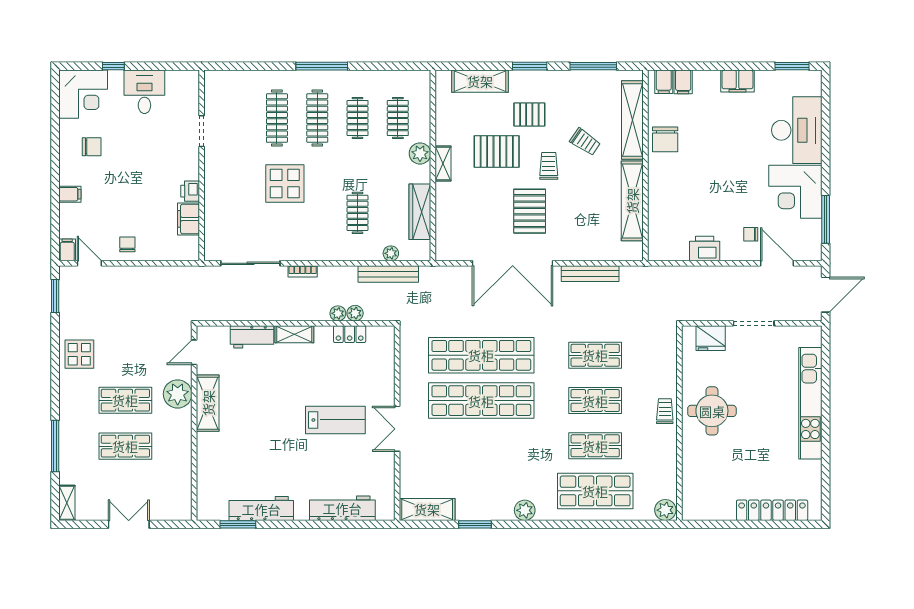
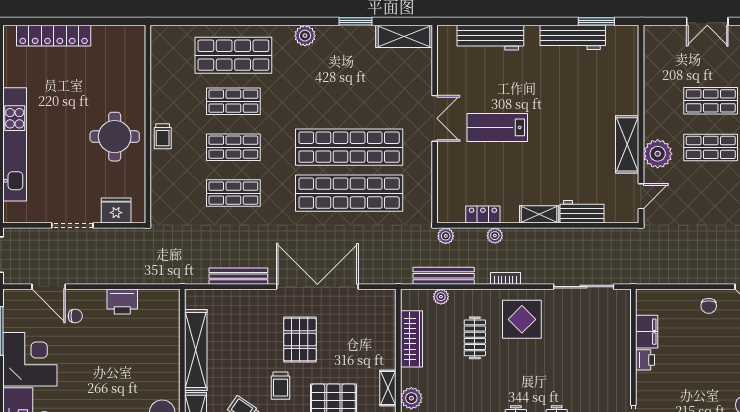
display table: (285, 184) -> (522, 319), moved
bookcase: (303, 271) -> (505, 278), moved
plant: (355, 313) -> (446, 236), moved
plant: (665, 510) -> (162, 36), removed

